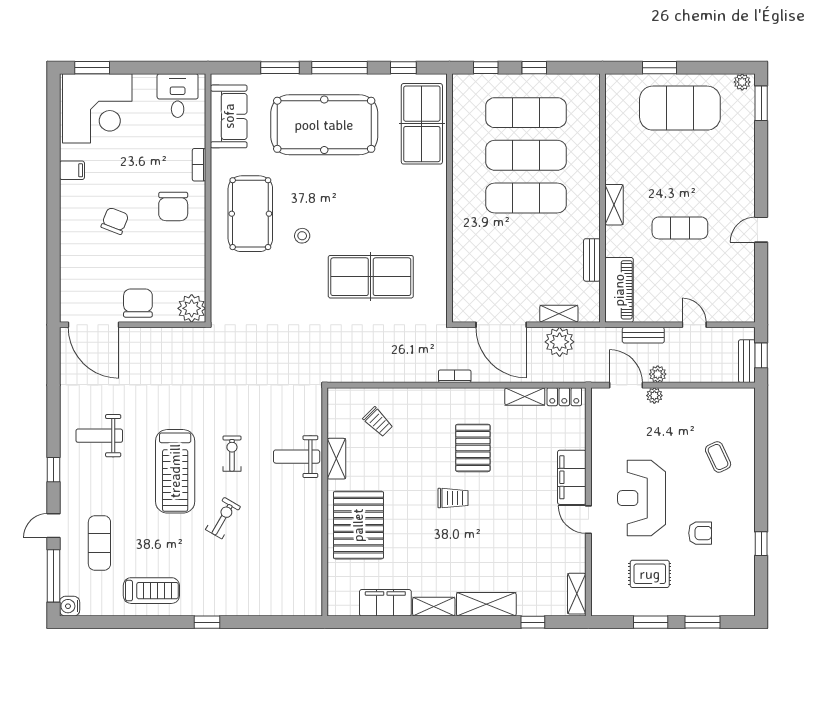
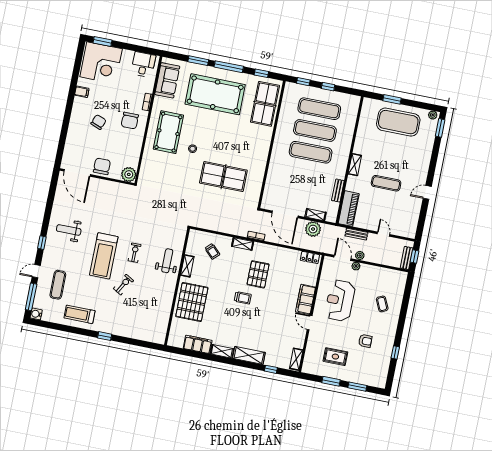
shelving: (525, 397) -> (243, 244), moved
weight bench: (297, 457) -> (167, 261), turned 90
reception desk: (642, 498) -> (340, 301), moved
treadmill: (151, 591) -> (79, 314), turned 180

